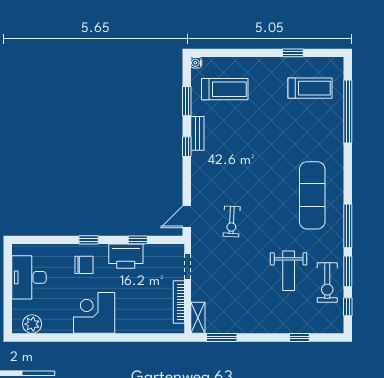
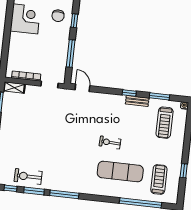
treadmill: (310, 88) -> (159, 180), turned 180
exercise mat: (312, 195) -> (120, 172), moved
exercise bike: (232, 222) -> (110, 142), moved
window: (138, 240) -> (71, 54), width x2.17
printer: (126, 256) -> (61, 44), removed
weight bench: (289, 271) -> (39, 152), removed

